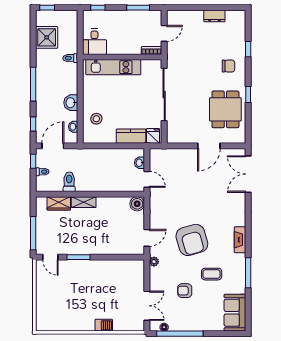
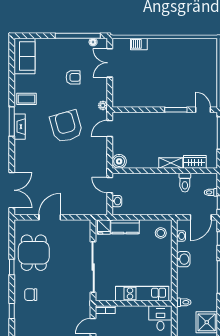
stool: (96, 119) -> (161, 233), moved
window: (248, 273) -> (12, 121), moved
coffee table: (212, 274) -> (27, 99), moved
barbecue: (104, 325) -> (139, 44), moved

